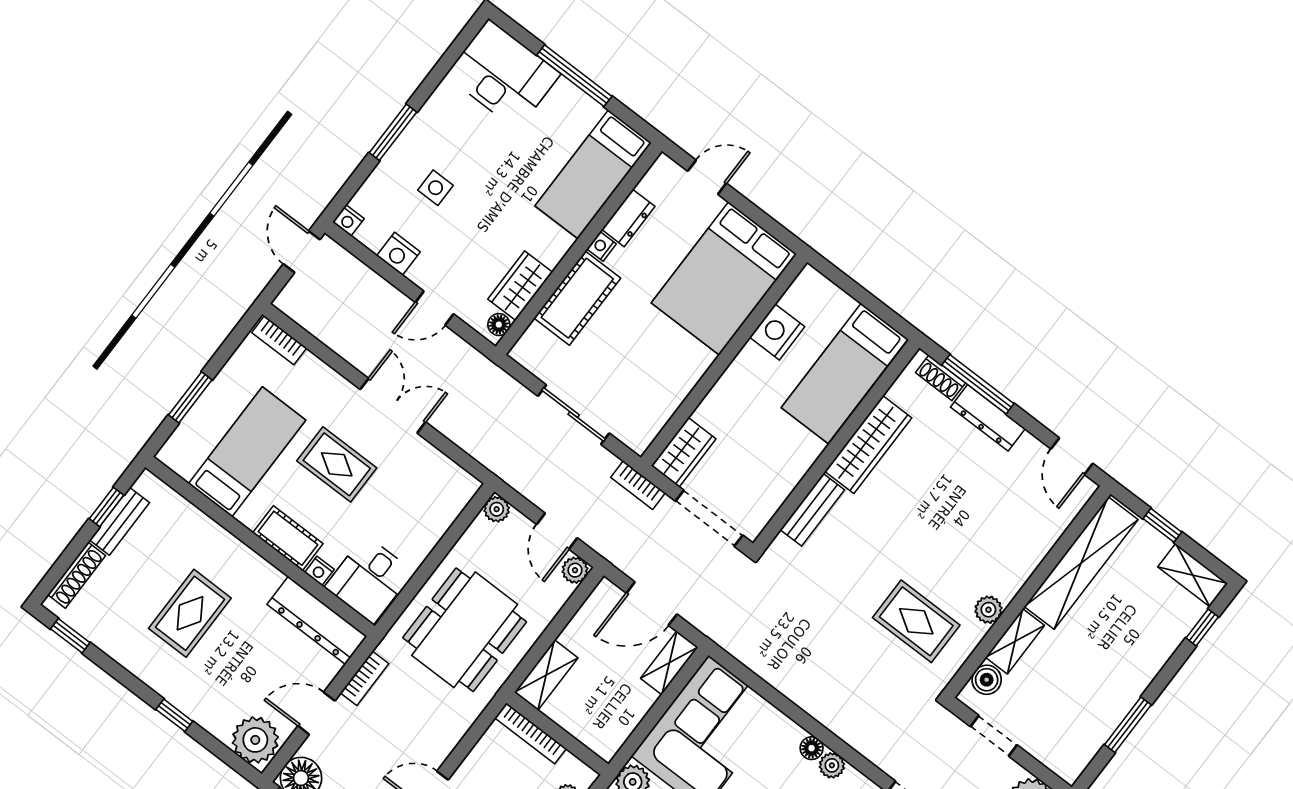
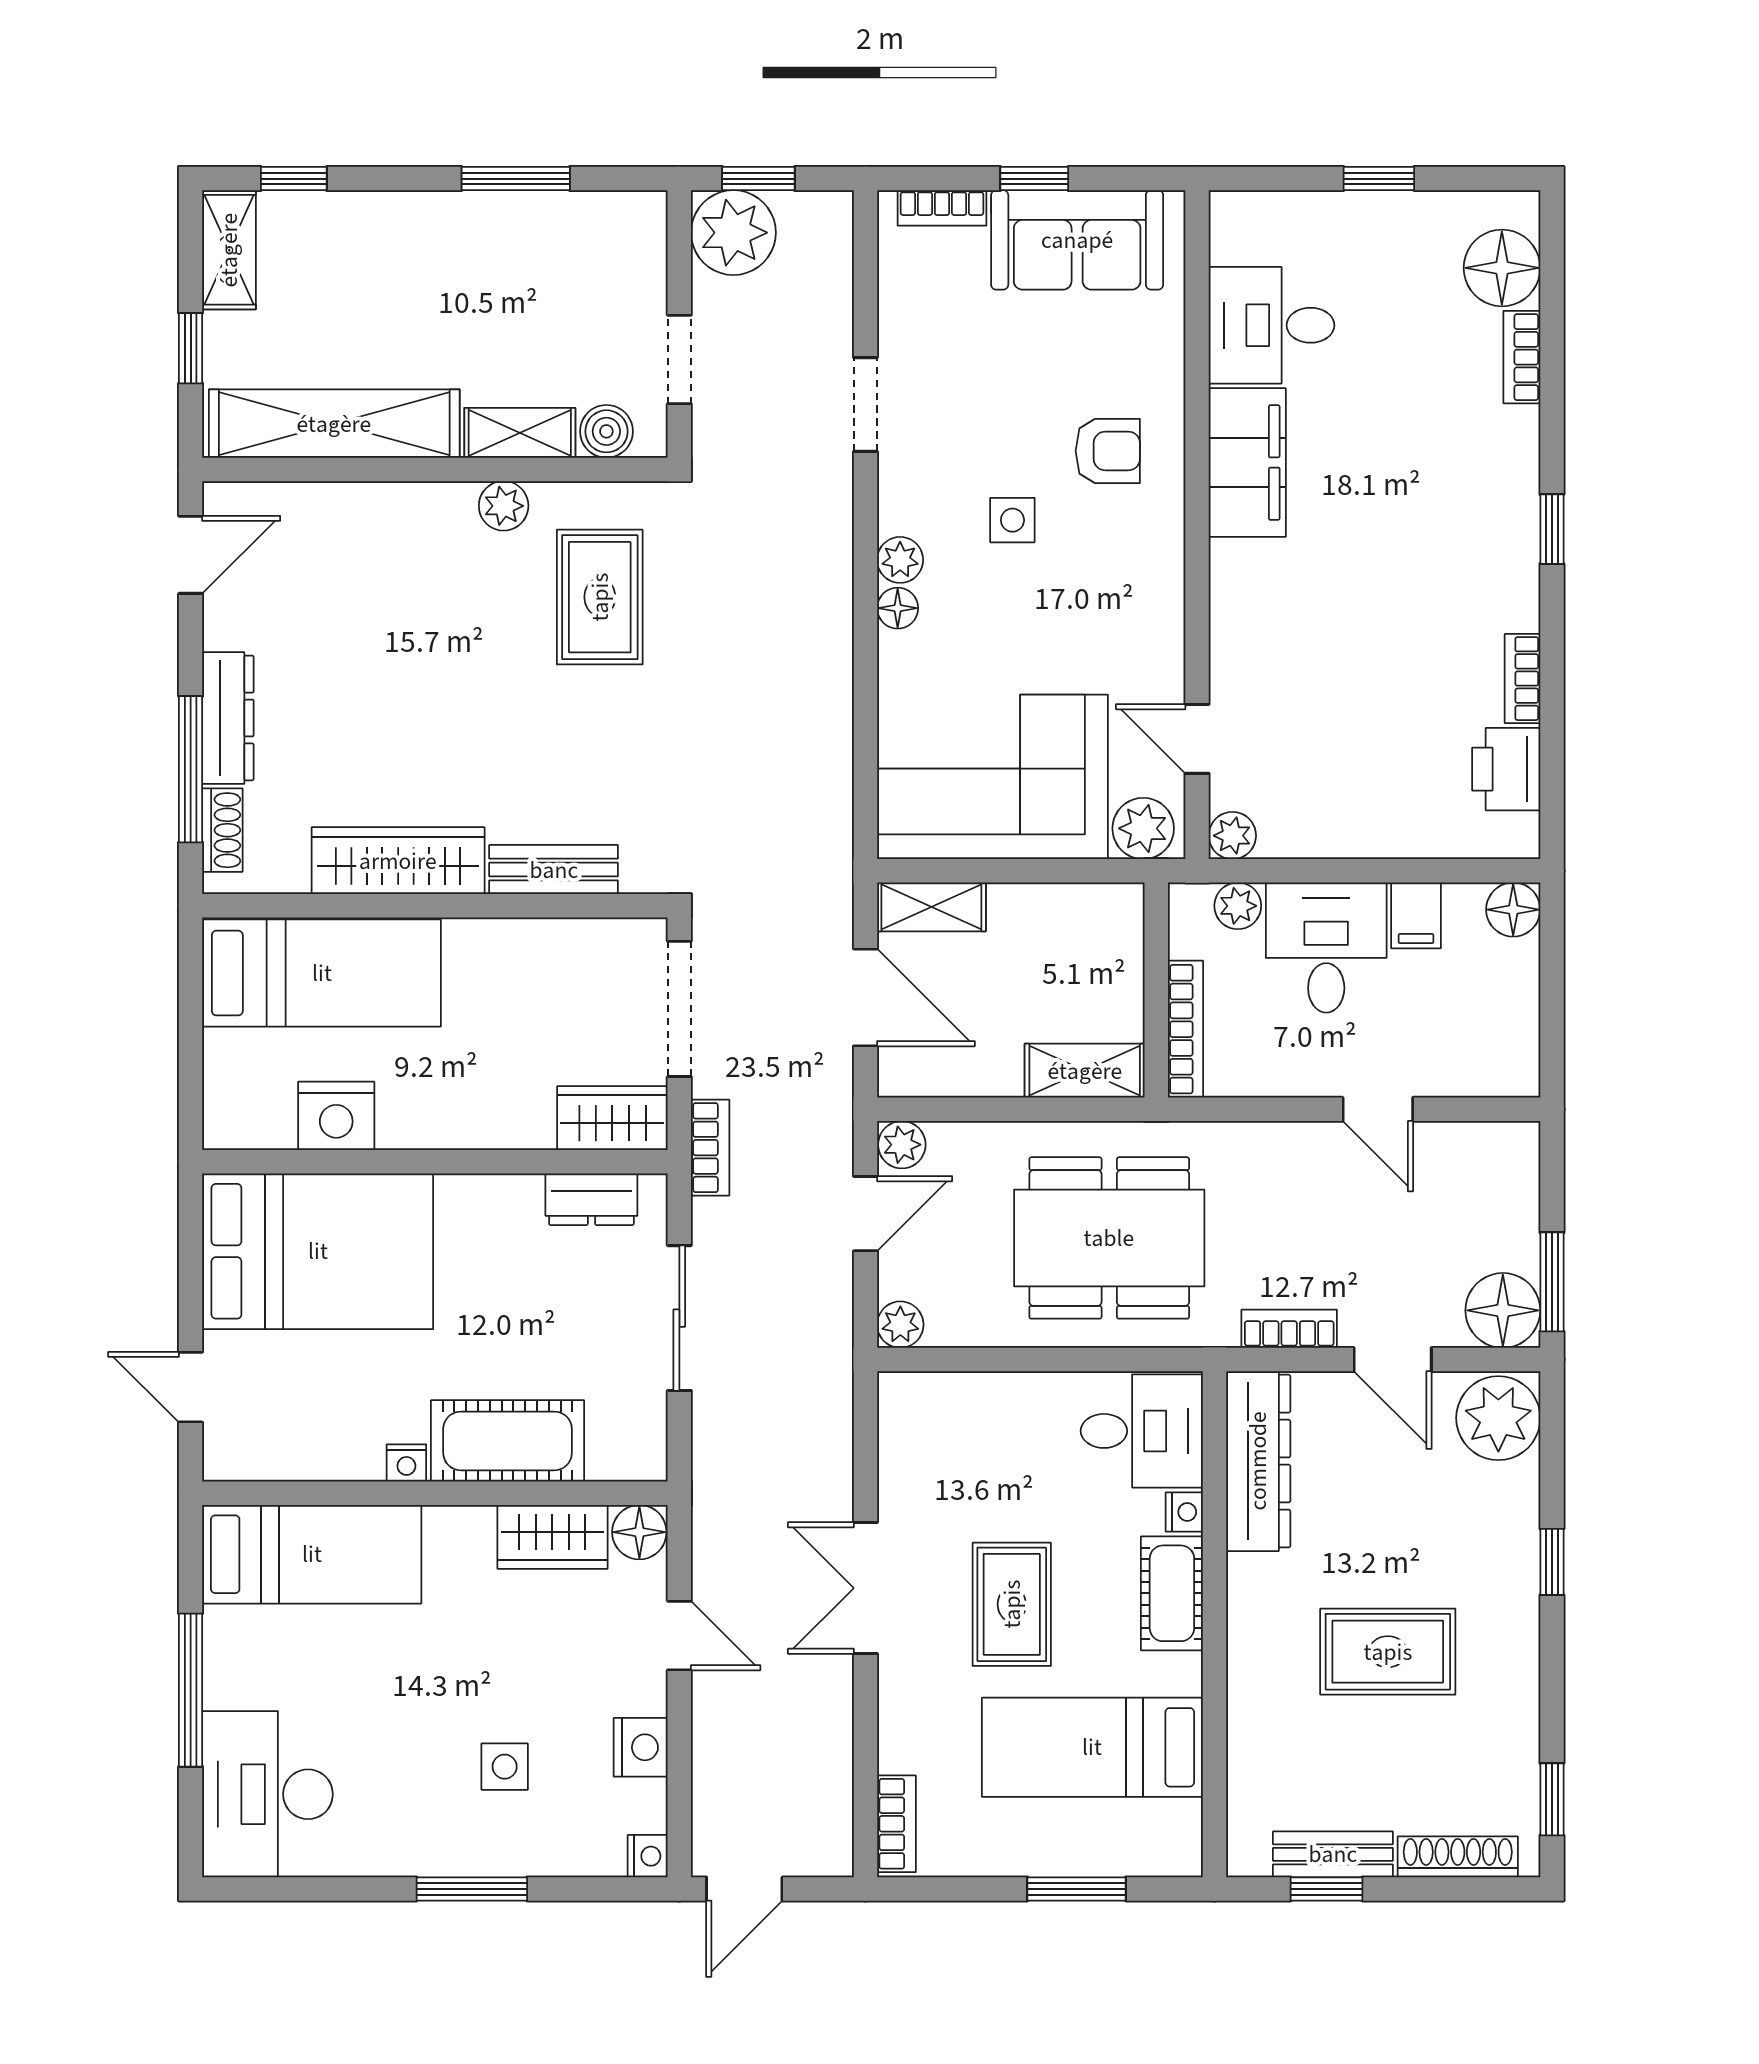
dresser: (628, 218) -> (591, 1199), moved, turned 180
floor lamp: (499, 325) -> (639, 1532), width x1.37, depth x1.37

